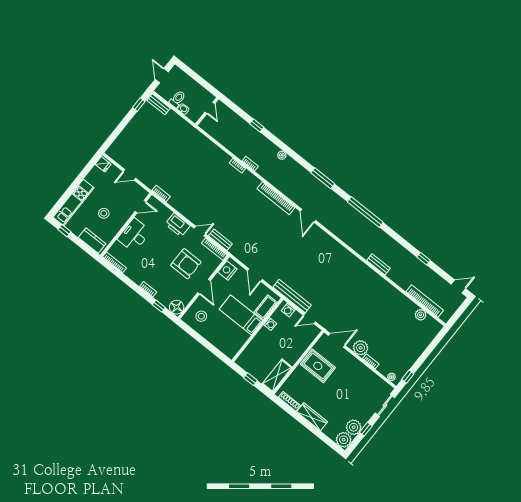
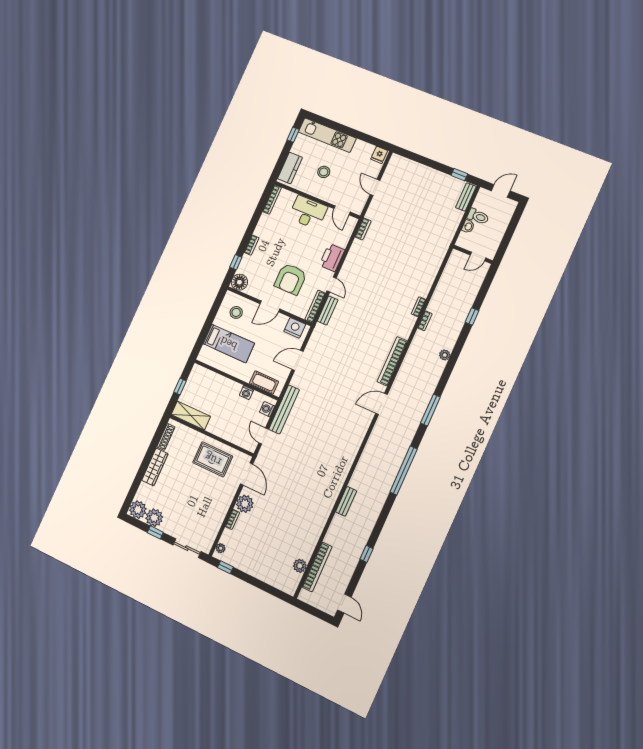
bed: (241, 315) -> (229, 343), moved, turned 90
rug: (318, 366) -> (213, 459), turned 90

